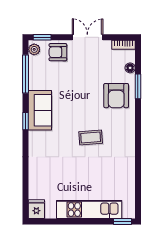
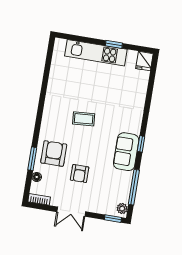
armchair: (58, 52) -> (80, 174), moved, turned 90
window: (123, 222) -> (114, 44), moved

